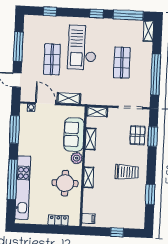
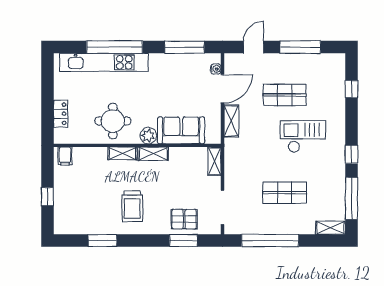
checkout: (82, 48) -> (303, 136), width x0.73, depth x0.83
shelving: (90, 139) -> (153, 154), moved

